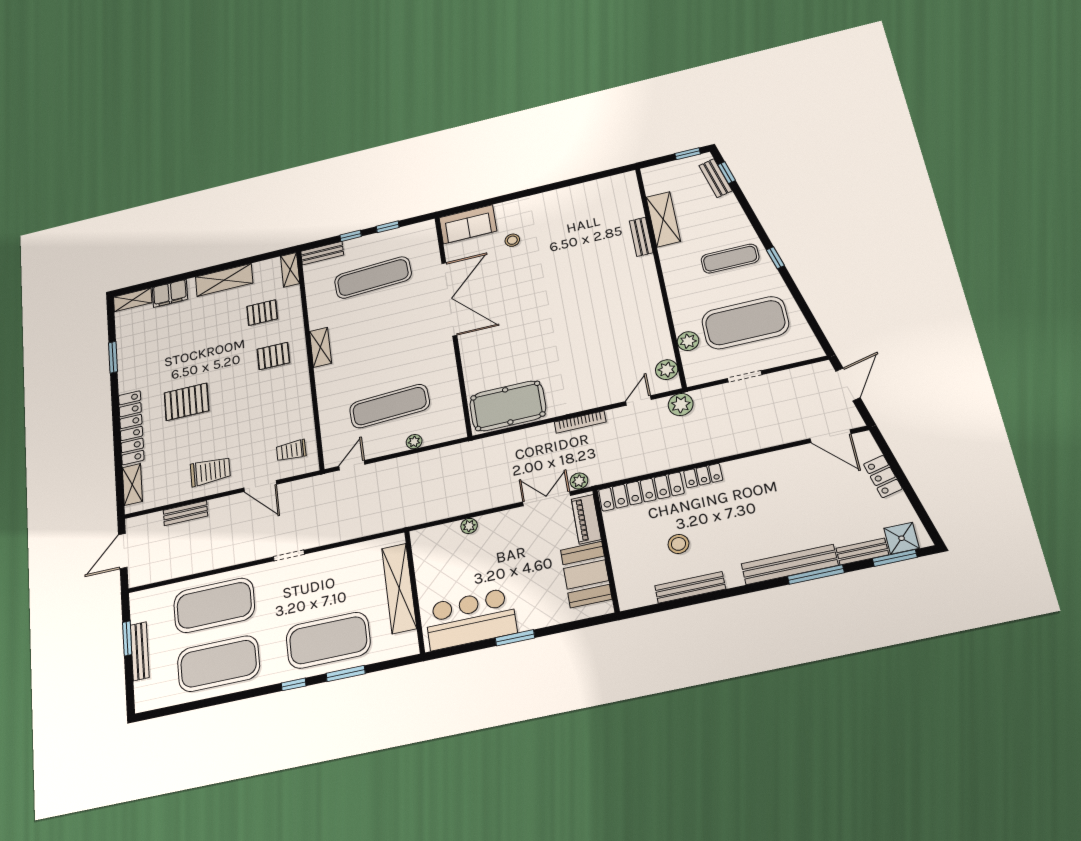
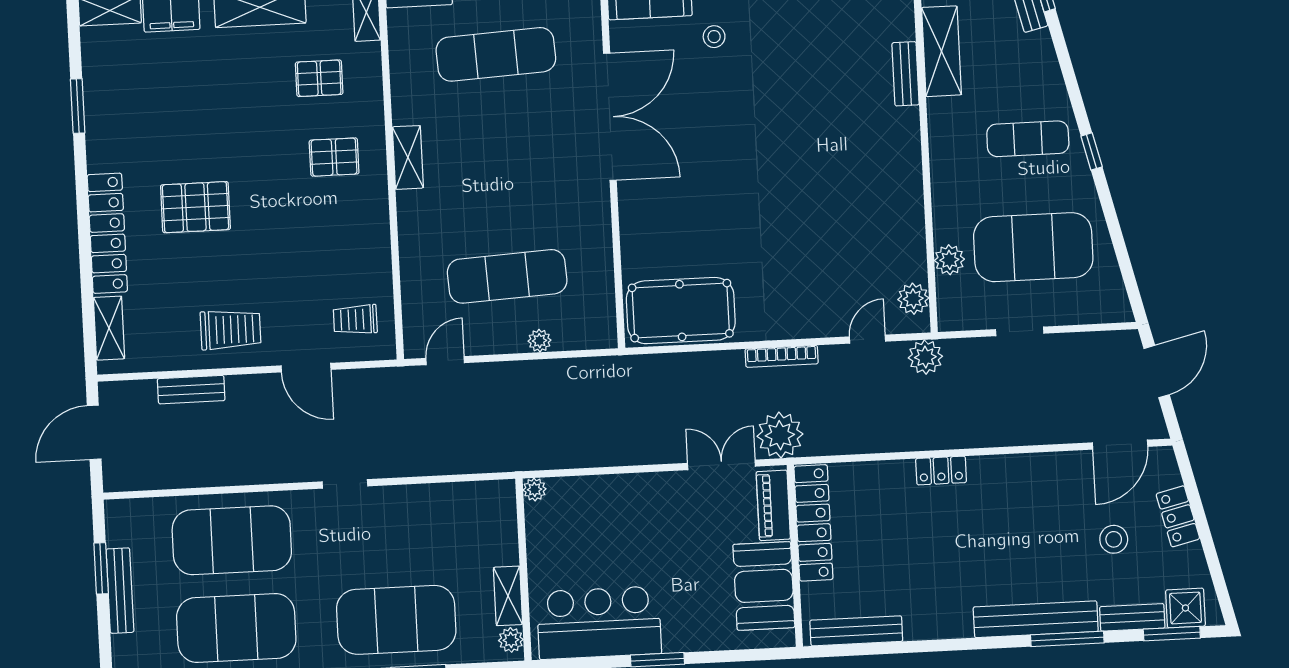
door: (830, 436) -> (1120, 445), hinge flipped
plant: (579, 481) -> (780, 435), width x1.88, depth x1.88
locker: (641, 492) -> (813, 523), moved, turned -90
plant: (469, 526) -> (535, 489), moved
stool: (678, 544) -> (1114, 539), moved
bench: (690, 587) -> (856, 631), moved
shelving: (399, 588) -> (508, 596), width x0.45, depth x0.75
plant: (409, 641) -> (511, 640), added

